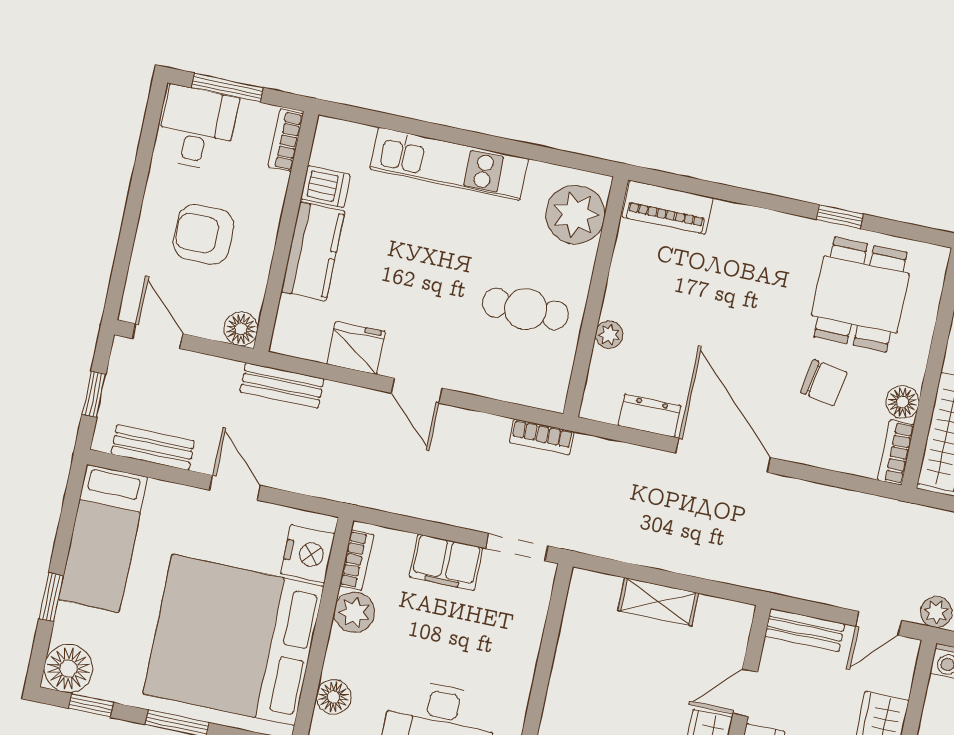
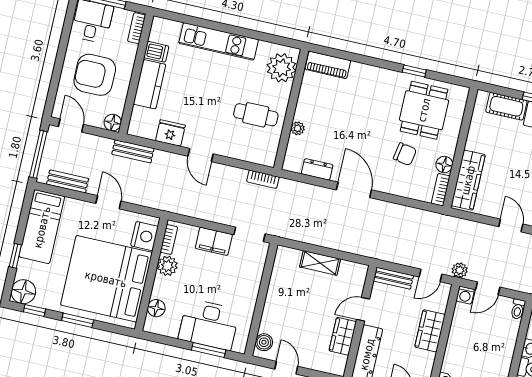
armchair: (204, 234) -> (95, 75), width x1.36, depth x1.36
window: (94, 394) -> (38, 154), width x2.17
door: (723, 455) -> (354, 190), width x0.73

